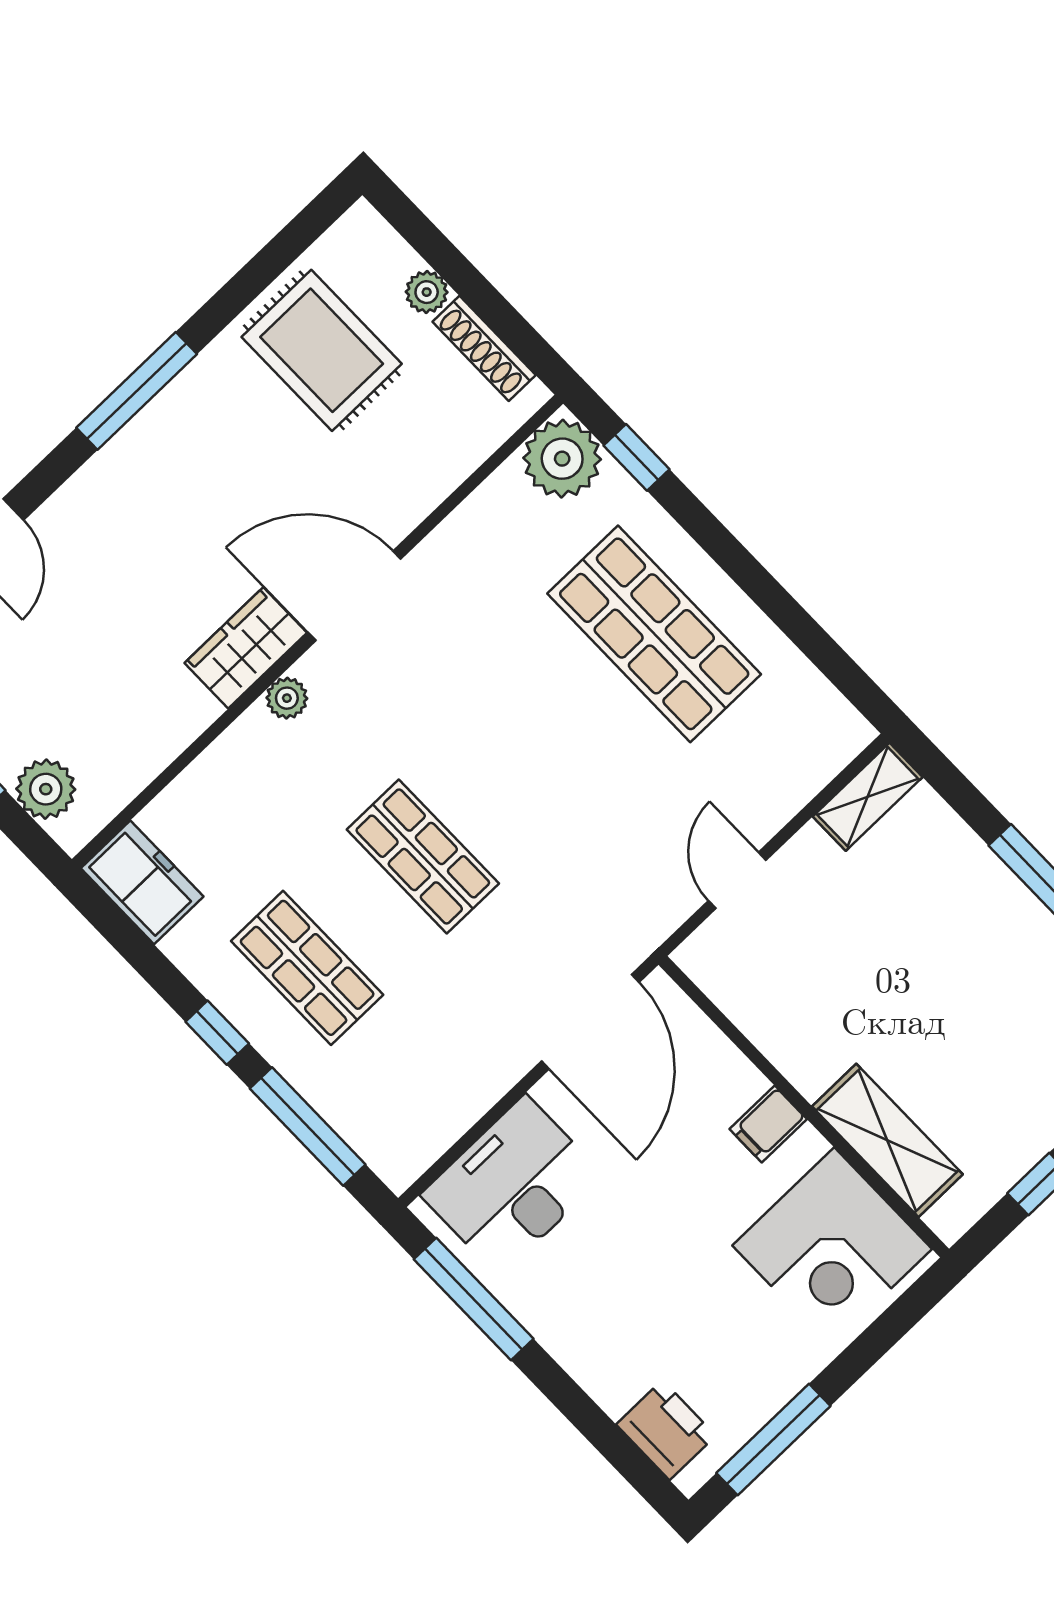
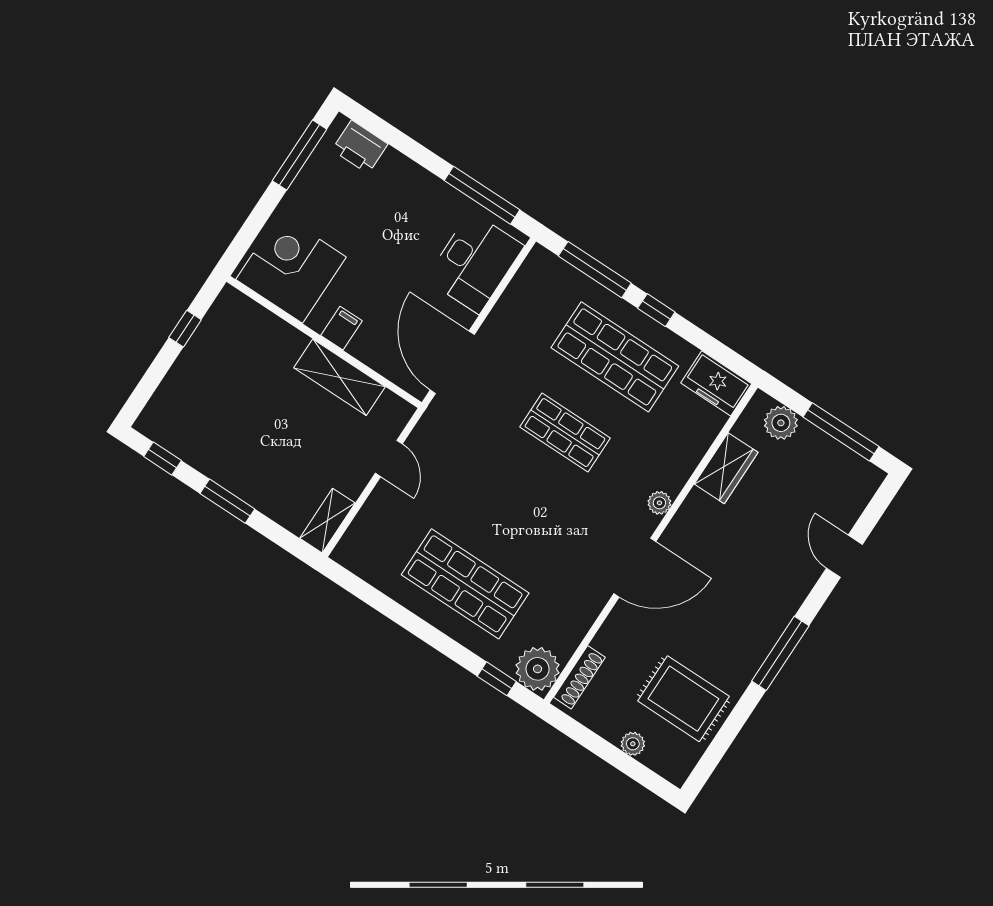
shoe rack: (484, 348) -> (579, 677), moved, turned 90
wardrobe: (246, 648) -> (726, 468), moved
shop shelf: (307, 968) -> (615, 357), width x1.43, depth x1.36
shelving: (887, 1140) -> (340, 377), moved

